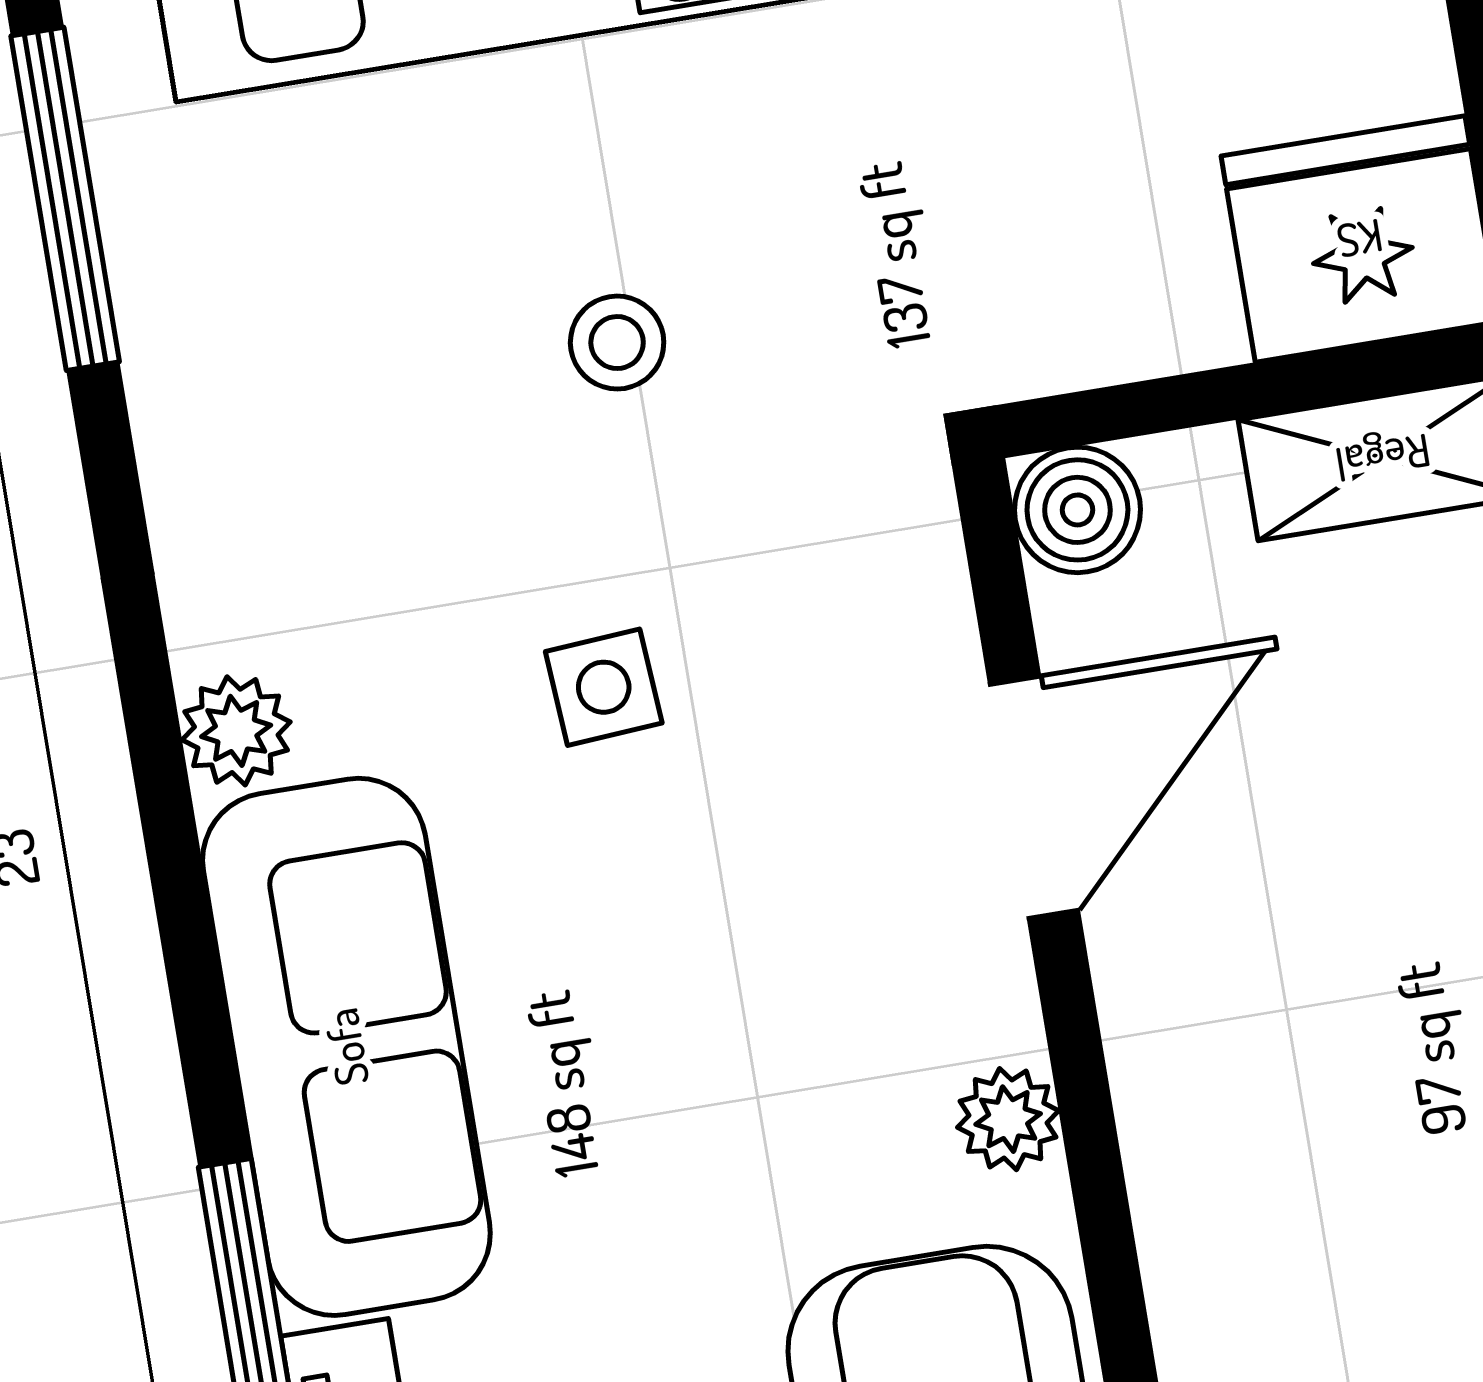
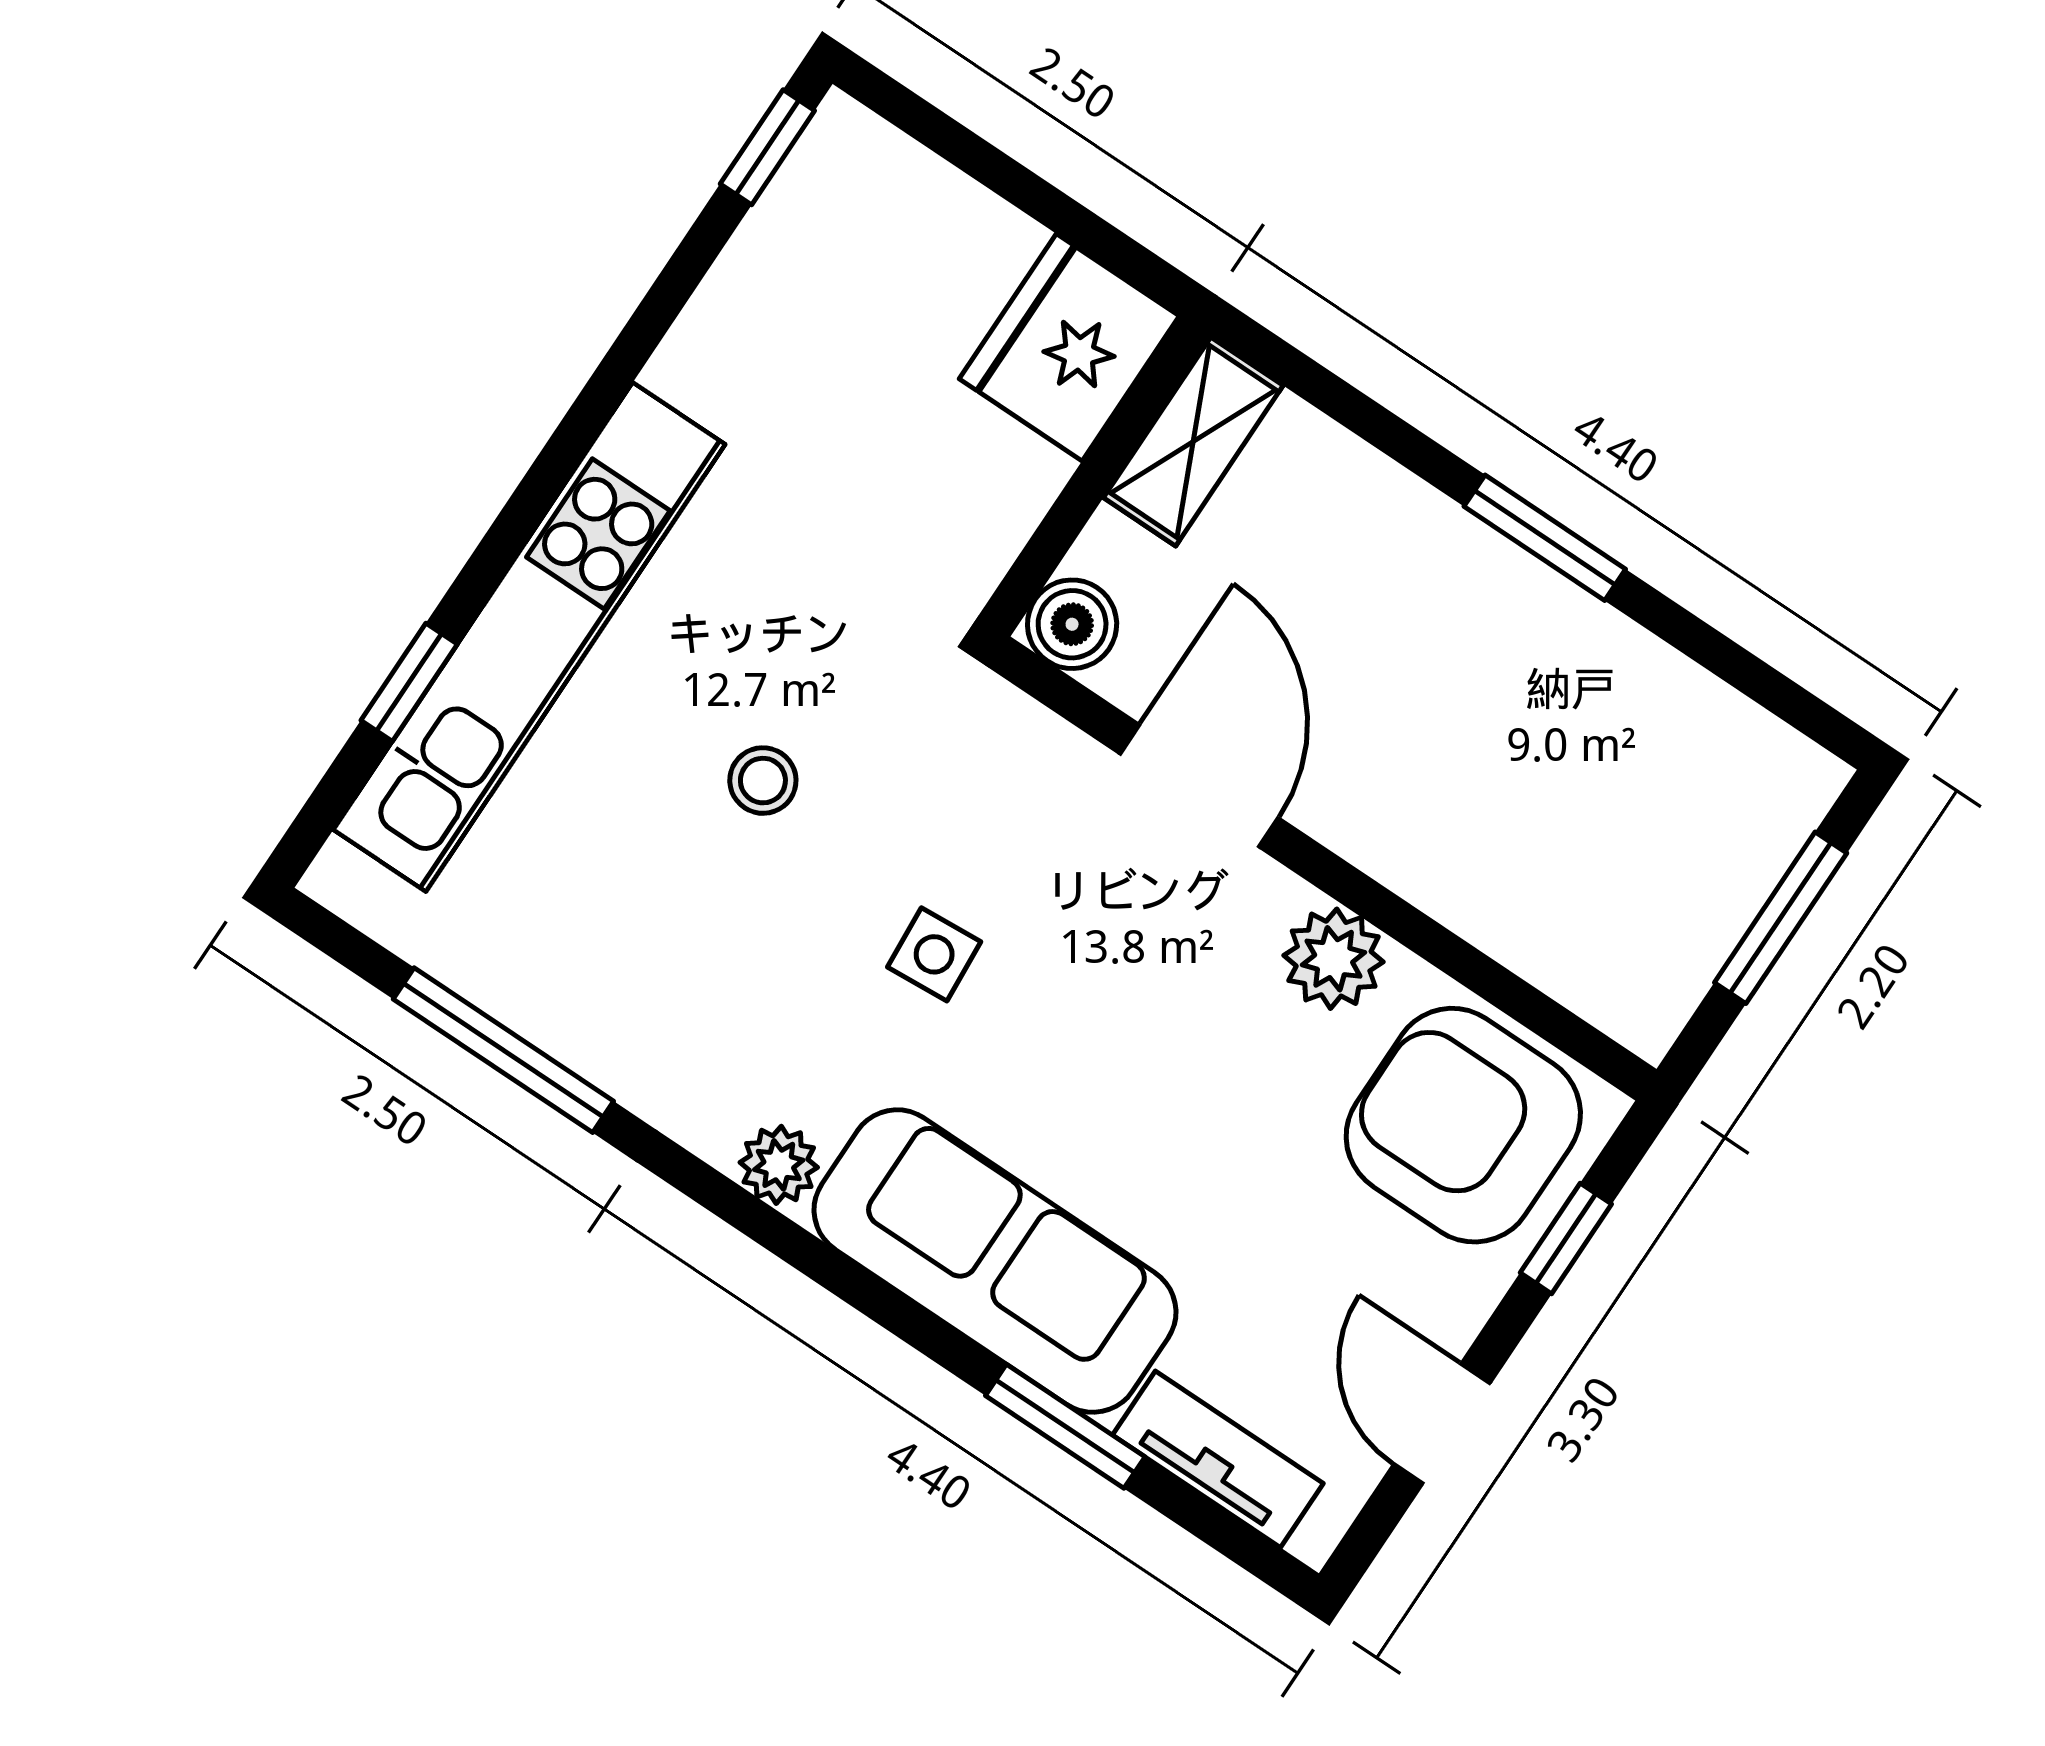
window: (65, 199) -> (503, 1050), moved
plant: (1008, 1119) -> (1334, 959), width x1.38, depth x1.38

